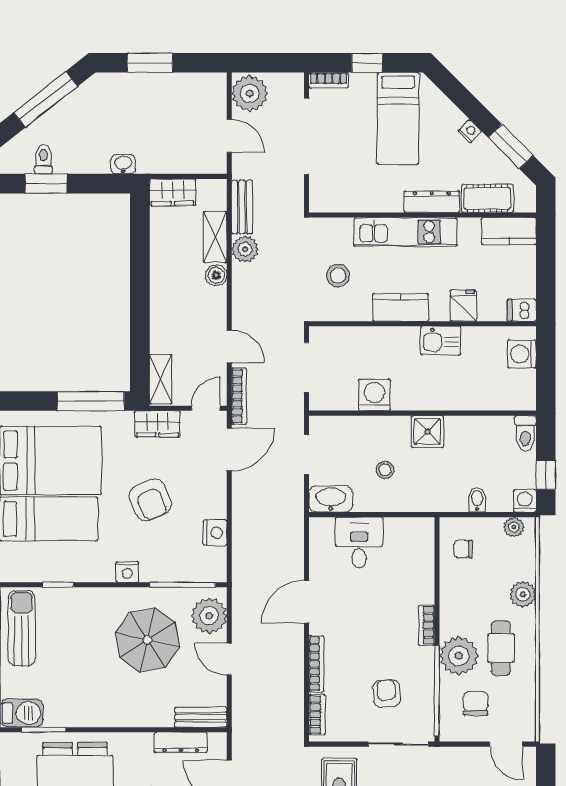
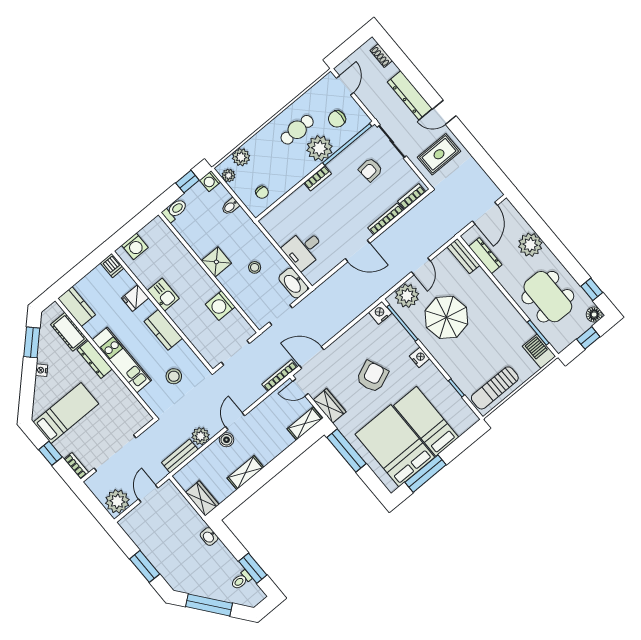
shelving: (215, 237) -> (245, 473), moved
door: (229, 347) -> (235, 421), moved
nightstand: (215, 533) -> (380, 313), moved
plant: (523, 594) -> (241, 157), moved

